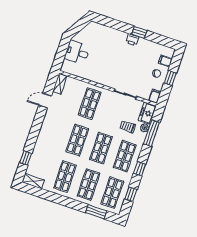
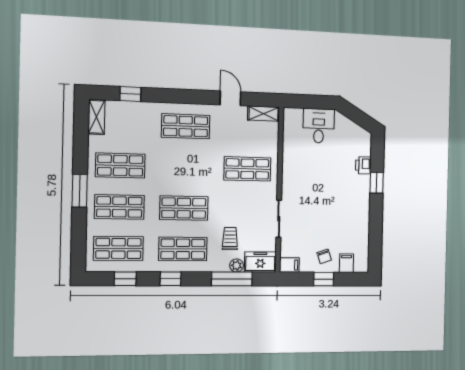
window: (139, 32) -> (377, 183), moved
printer: (132, 40) -> (363, 165), moved
shop shelf: (77, 140) -> (186, 126), moved
window: (96, 212) -> (80, 191), moved

